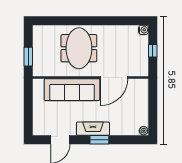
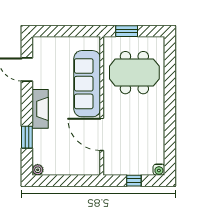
meeting table: (79, 48) -> (134, 73), moved
window: (99, 140) -> (27, 137), moved

